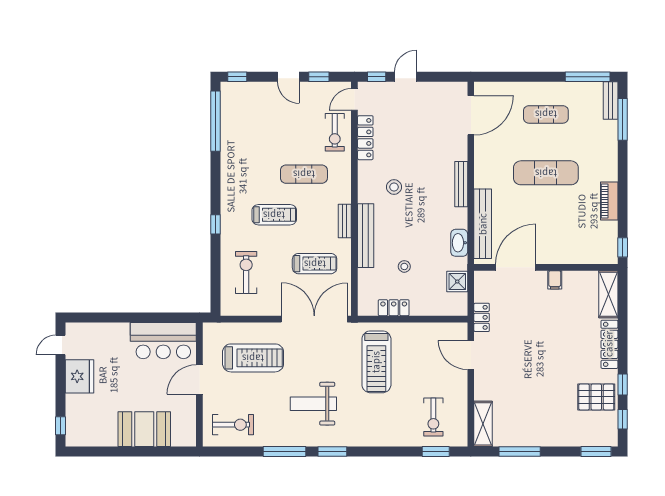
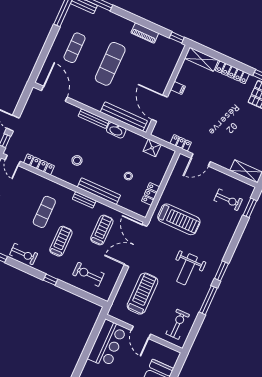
exercise bike: (335, 132) -> (24, 254), moved
washbasin: (459, 243) -> (116, 130), moved

